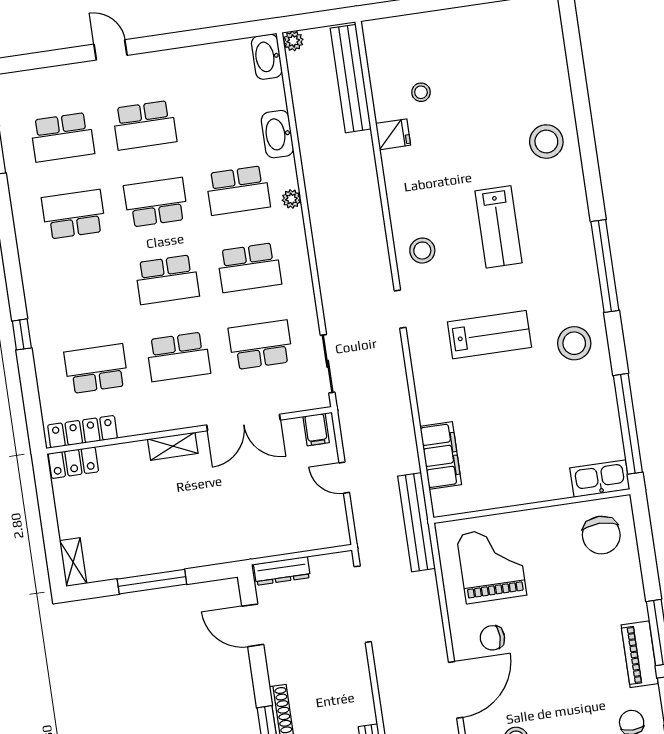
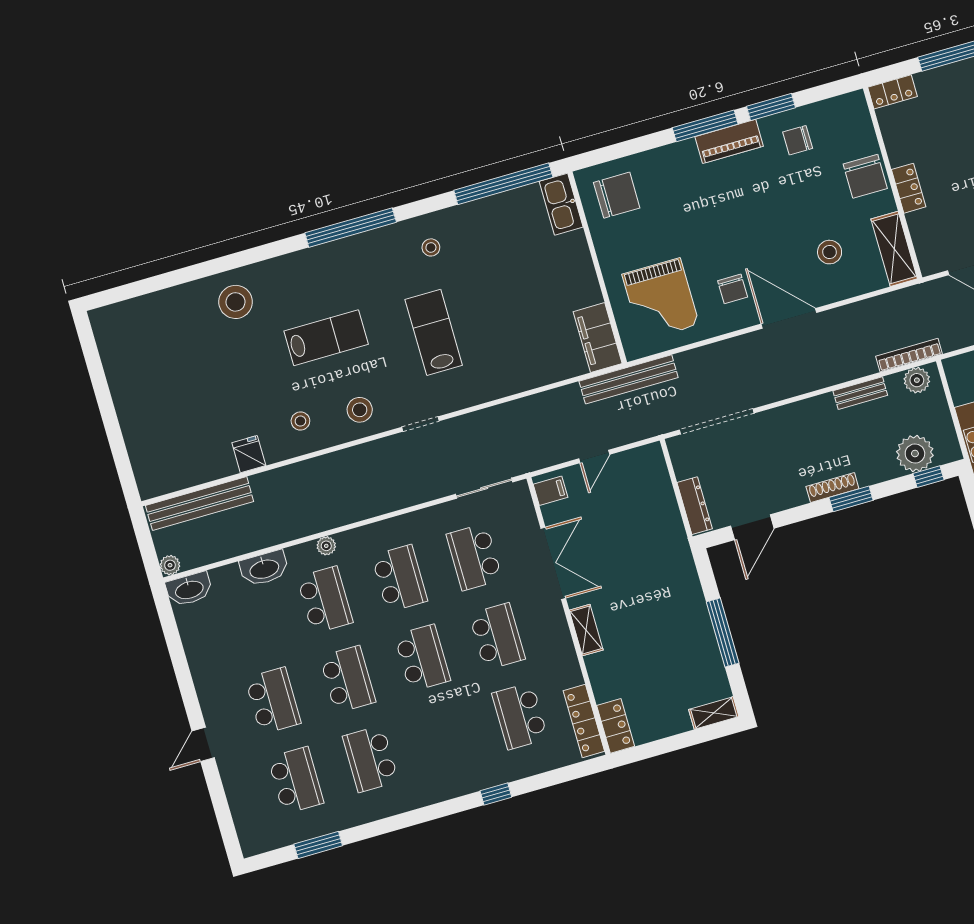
stool: (421, 92) -> (300, 421), moved
school desk: (156, 202) -> (348, 679), turned 180
stool: (574, 343) -> (431, 247), width x0.53, depth x0.53
filing cabinet: (441, 456) -> (598, 338), moved, turned -90
grand piano: (492, 565) -> (661, 299), turned -90

